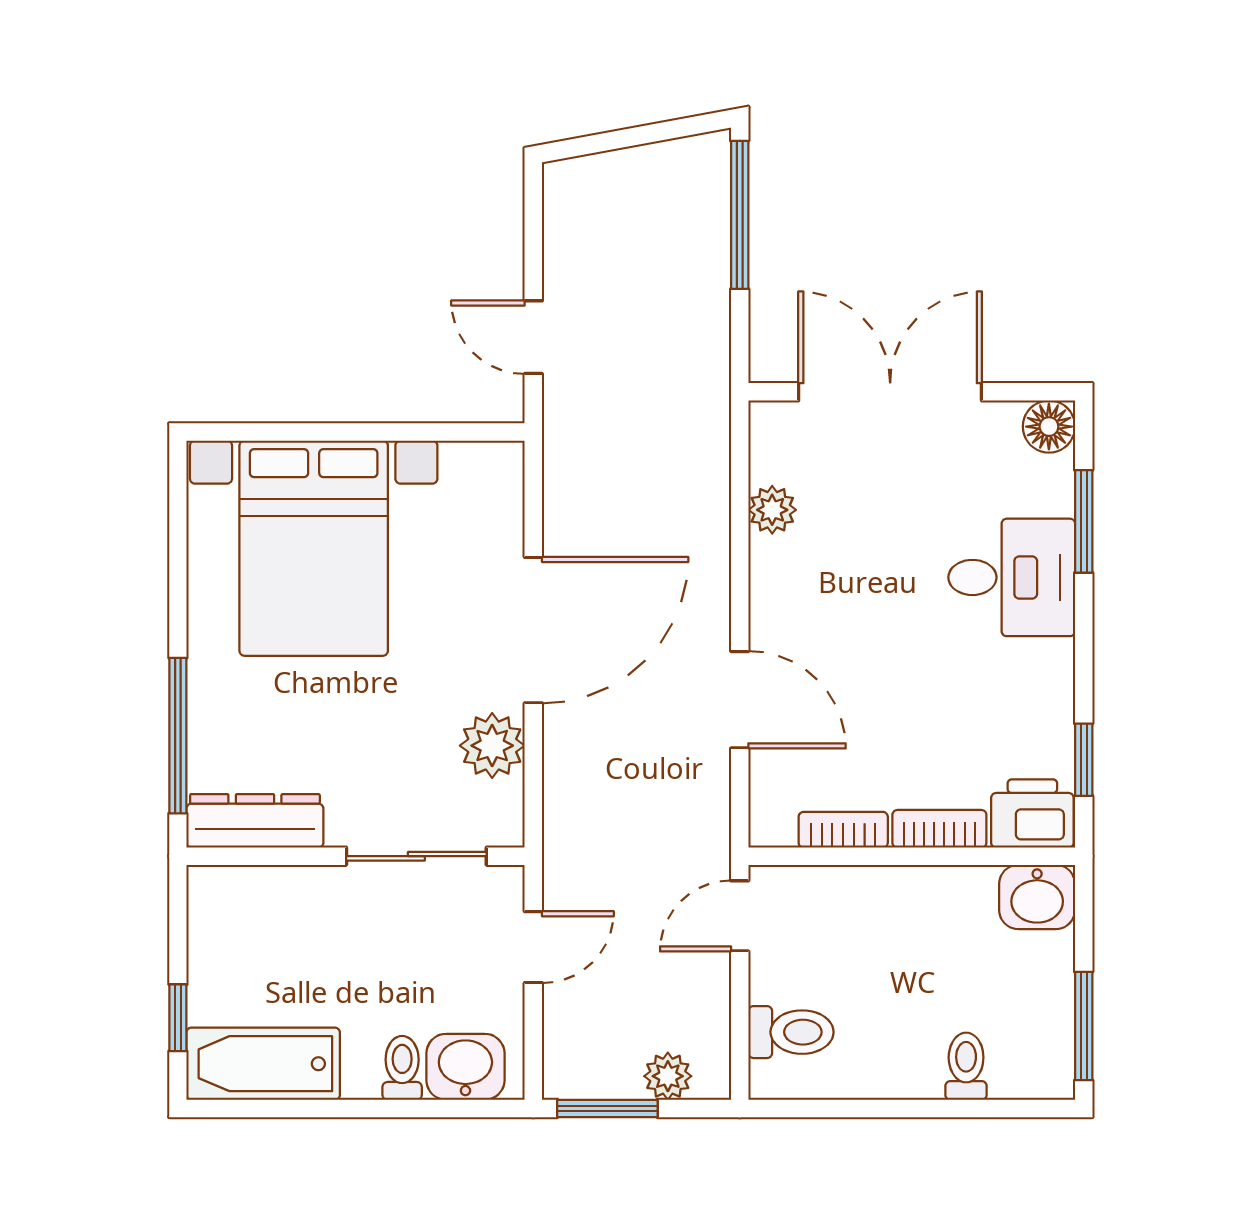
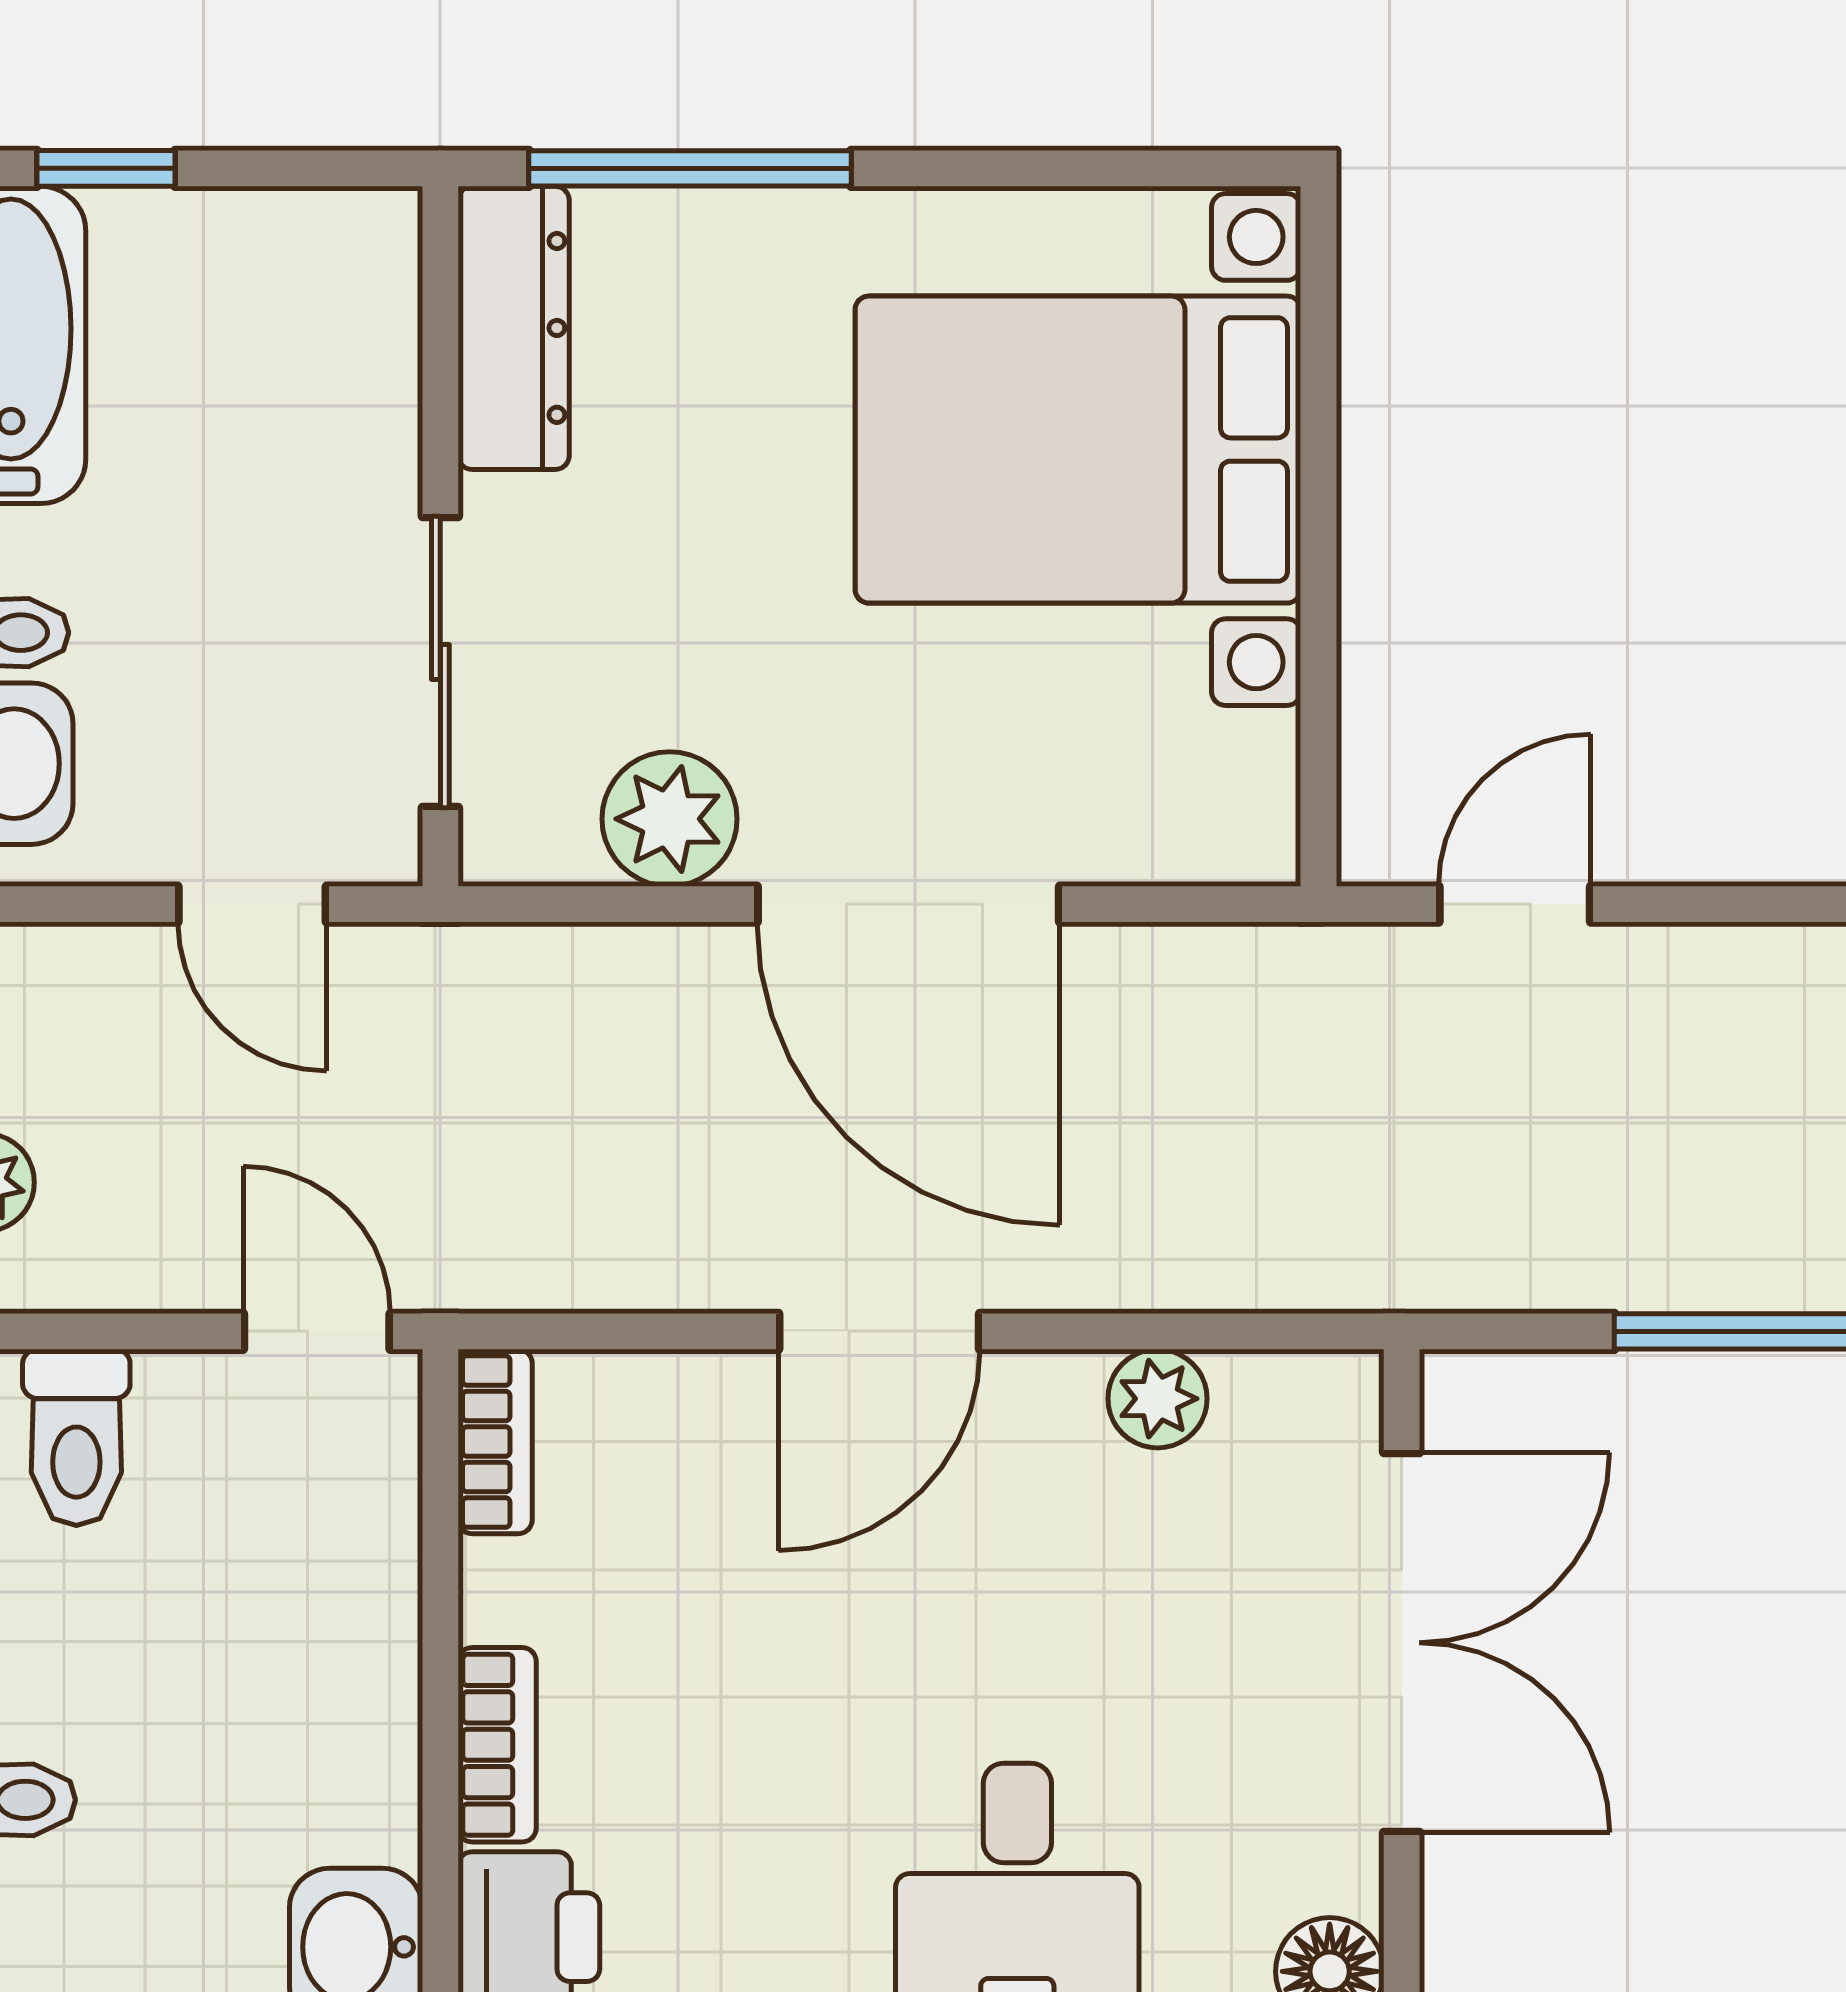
door: (740, 700) -> (879, 1331), moved
bookcase: (843, 830) -> (495, 1442), moved

